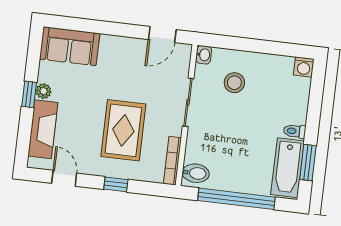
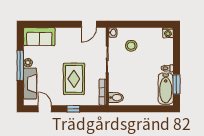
window: (29, 94) -> (20, 65), width x2.17
window: (236, 199) -> (140, 109), removed

